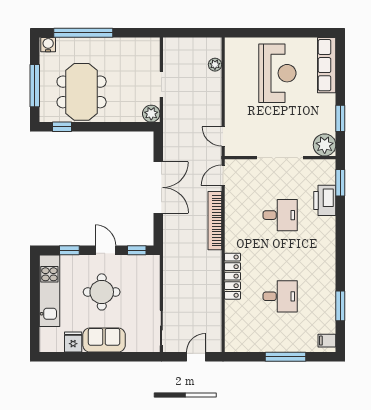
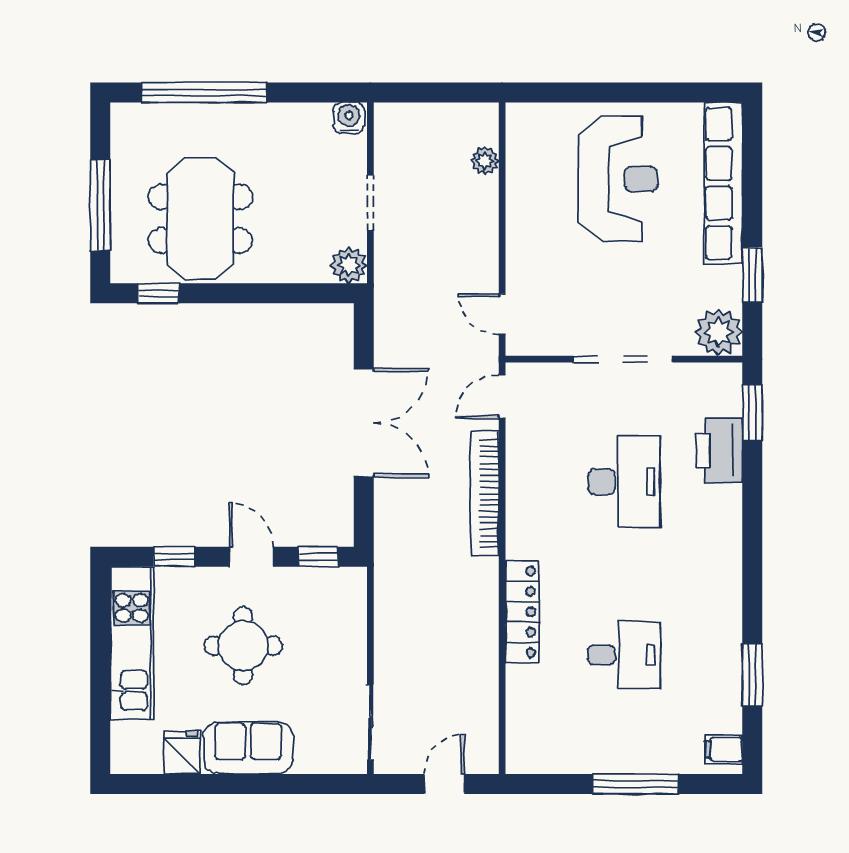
water cooler: (48, 45) -> (349, 118), moved
row of seats: (327, 65) -> (723, 183), width x1.36
desk: (280, 215) -> (624, 482), width x1.37

